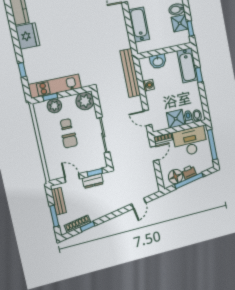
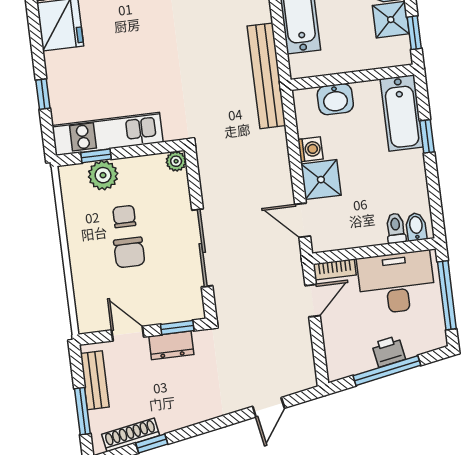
bench: (130, 73) -> (266, 76), moved
plant: (85, 101) -> (176, 161), width x0.53, depth x0.53
shower: (176, 119) -> (321, 180), moved
floor lamp: (176, 177) -> (357, 358), removed

